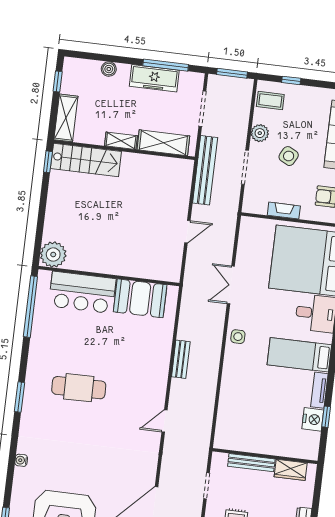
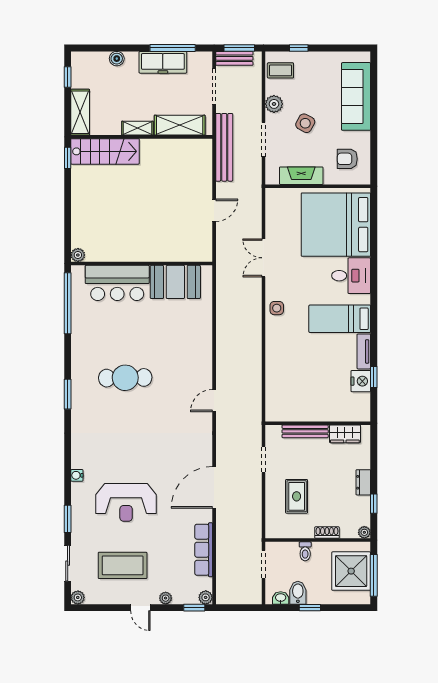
fireplace: (284, 211) -> (301, 176), width x1.37, depth x1.32
plant: (53, 254) -> (78, 255), width x0.53, depth x0.53
bench: (181, 359) -> (234, 58), moved, turned 90
water cooler: (21, 460) -> (77, 475), moved

